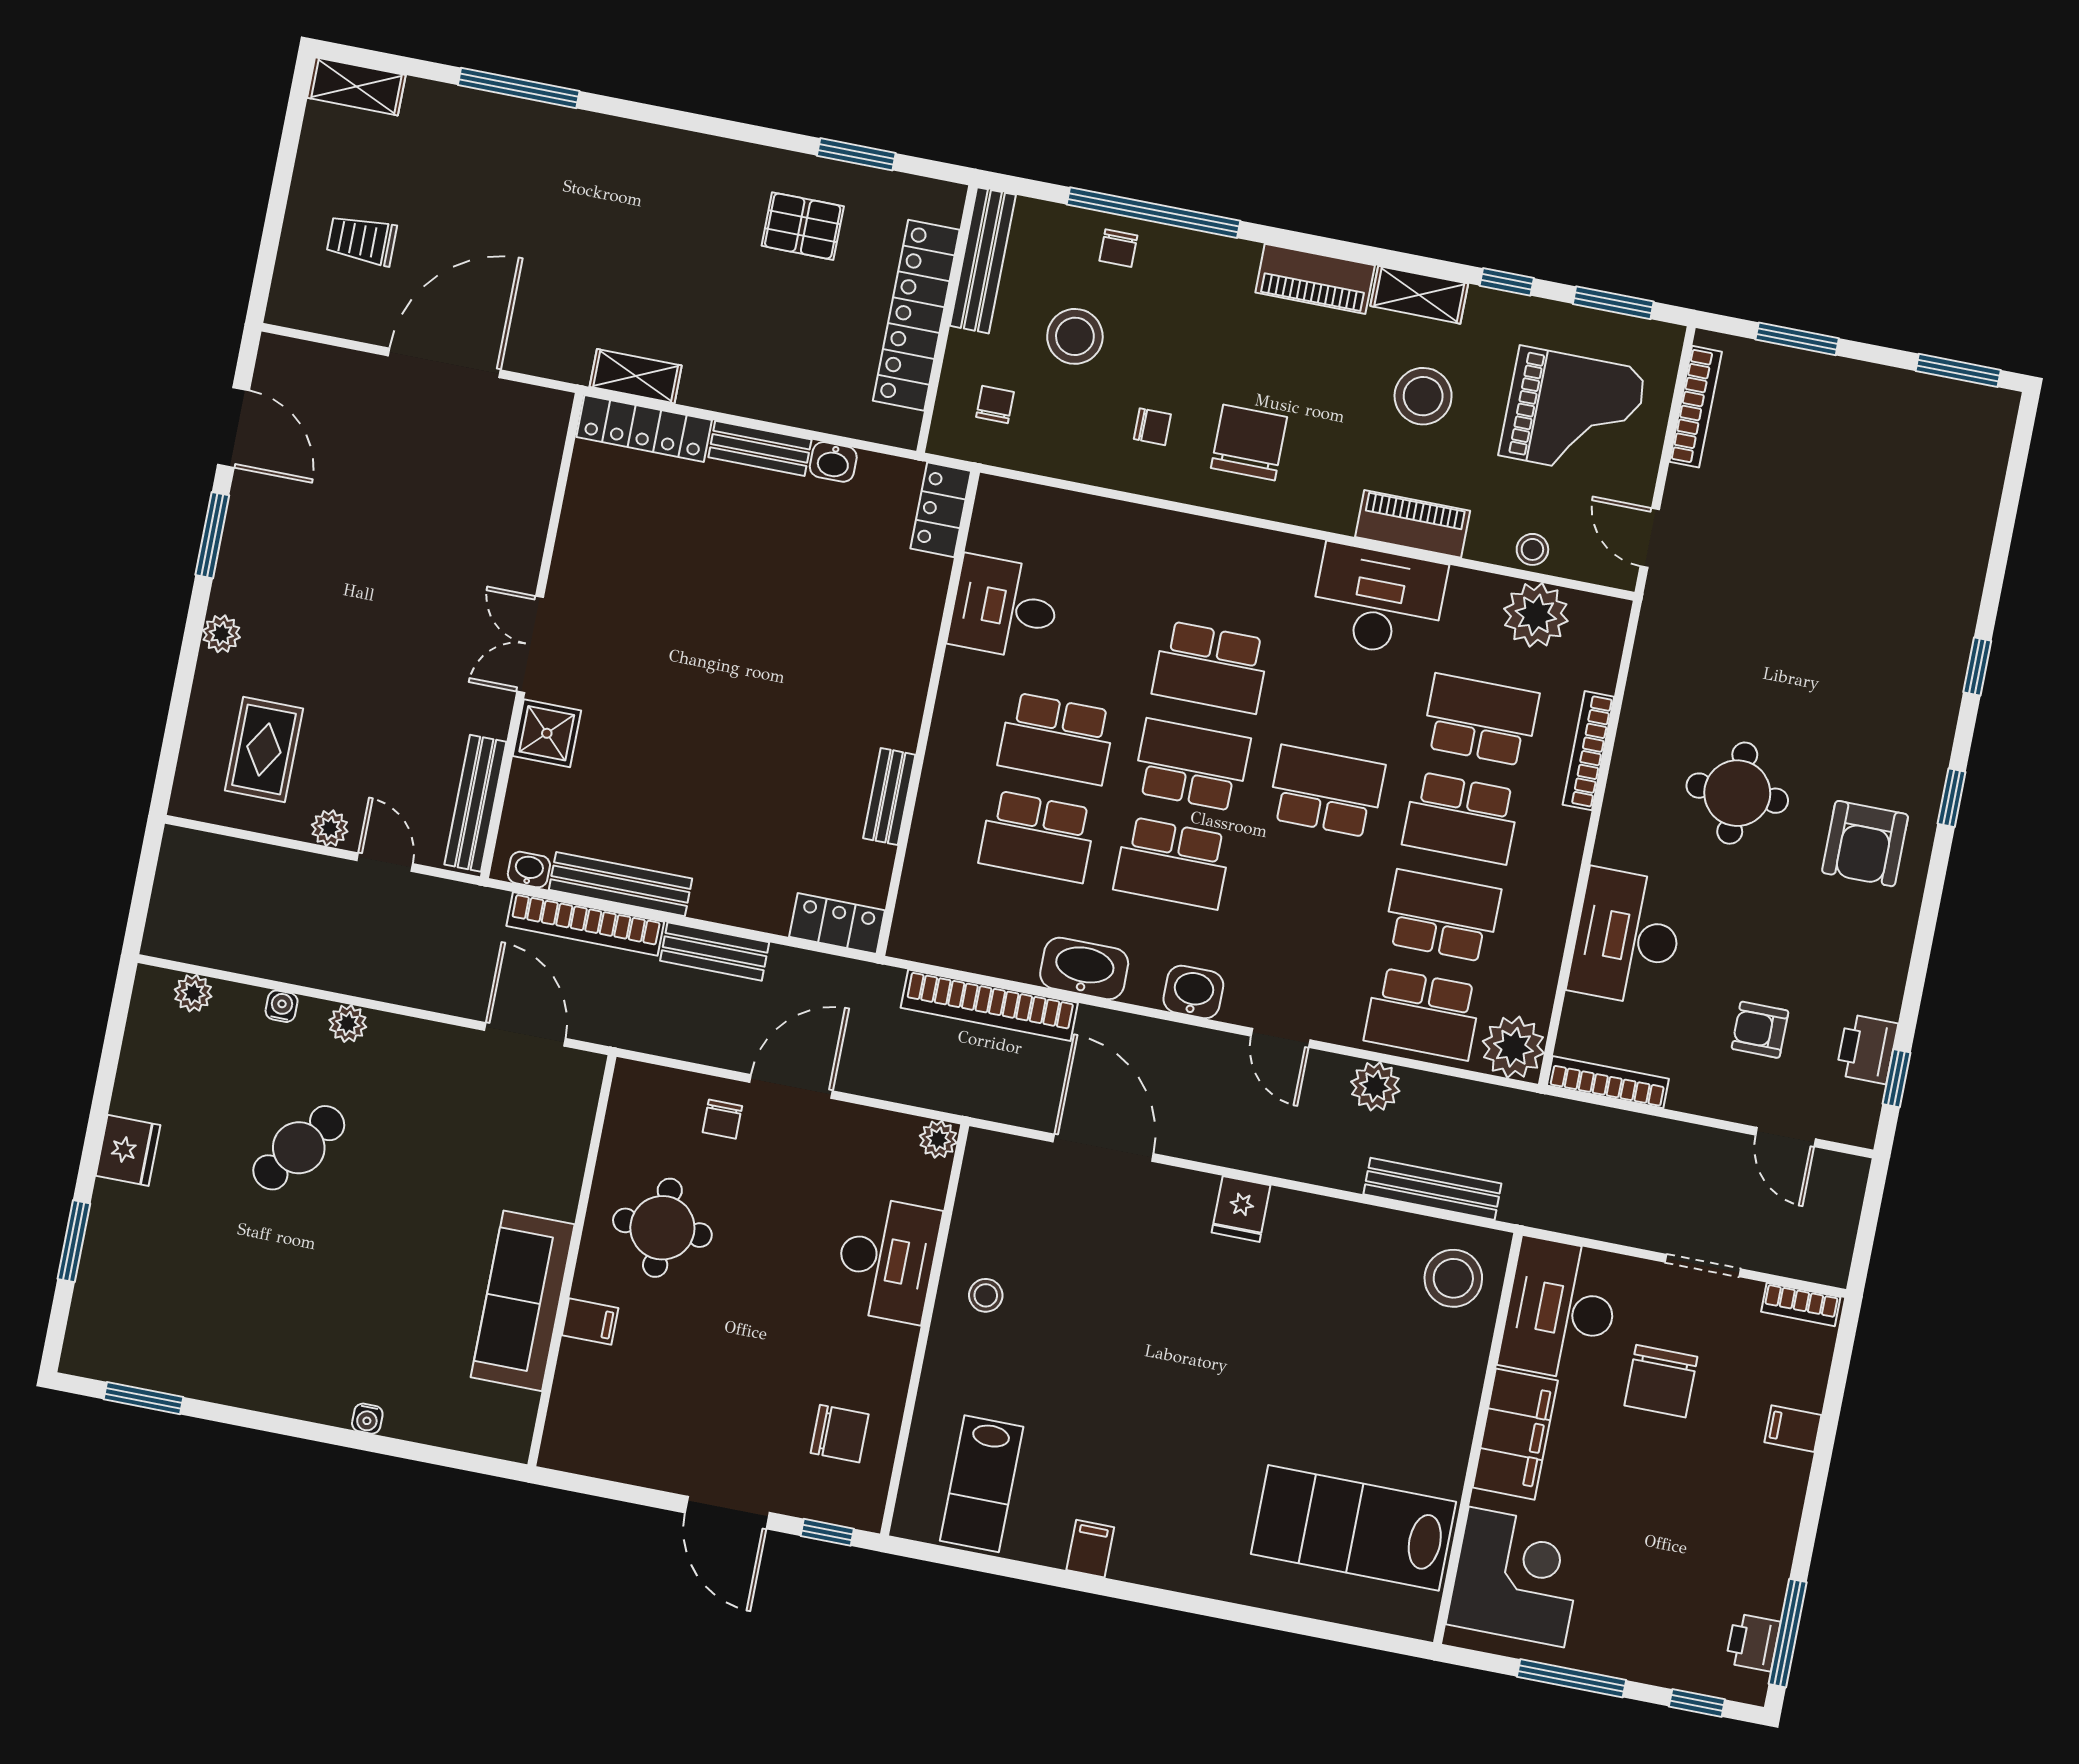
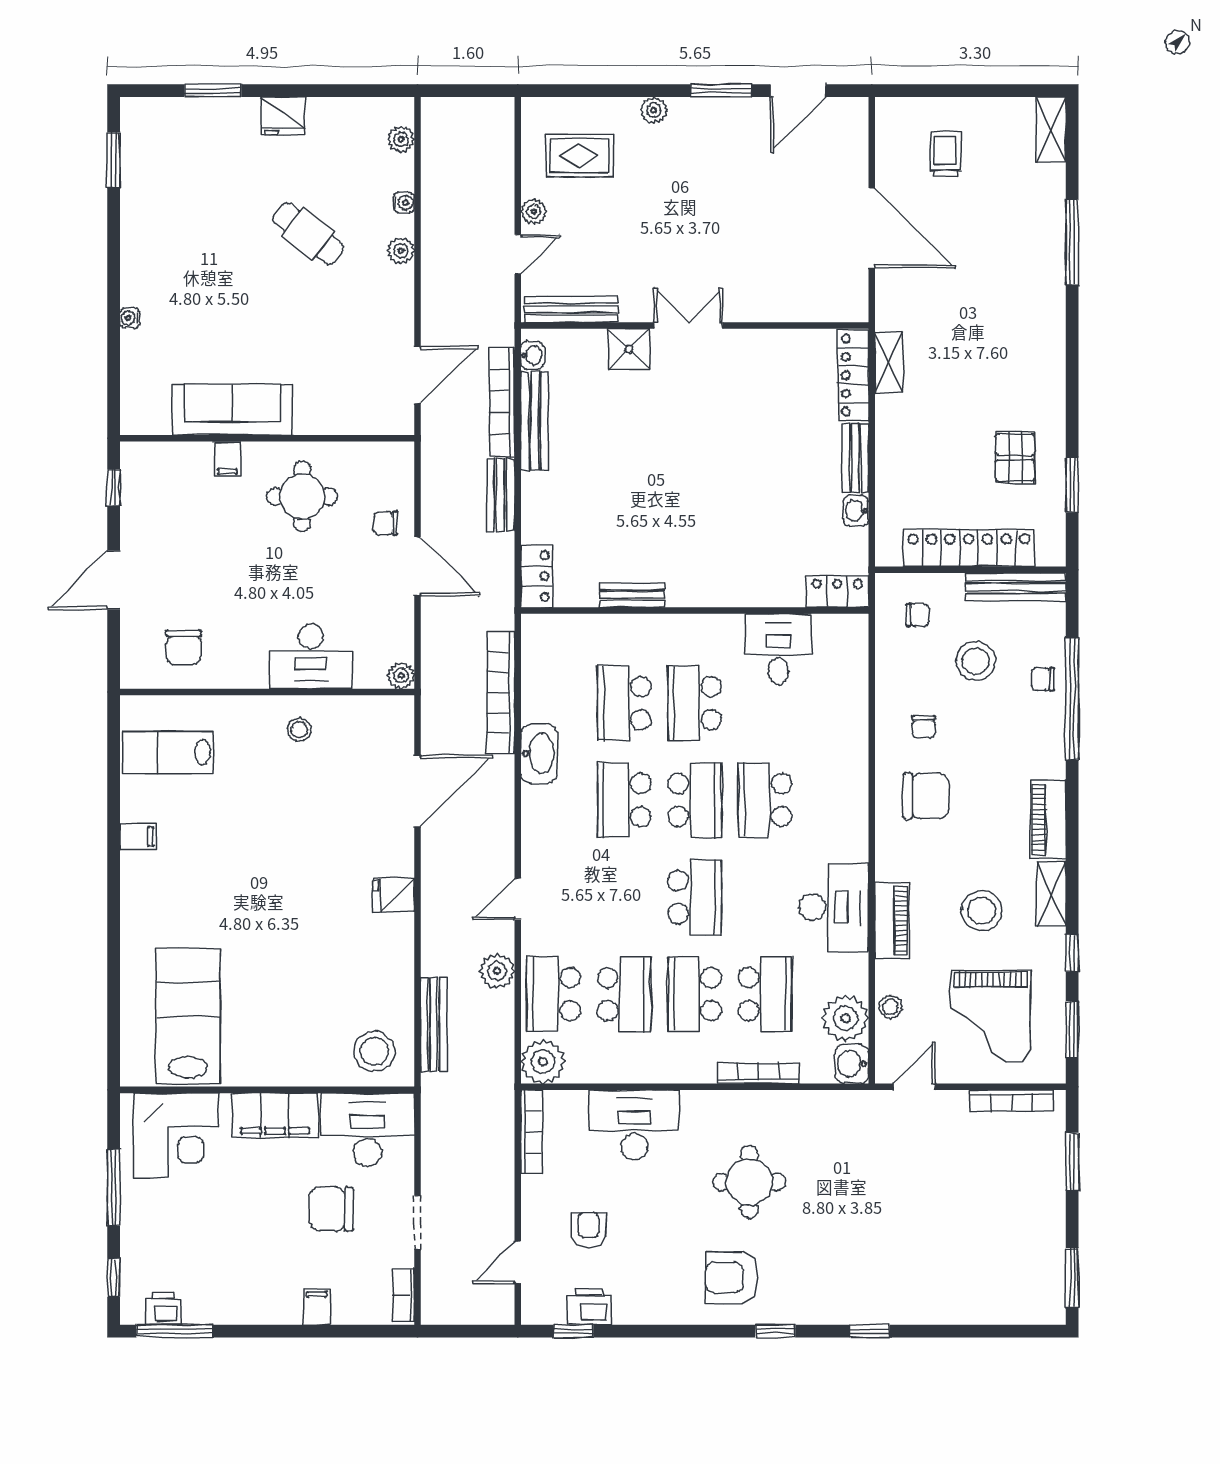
washbasin: (1193, 992) -> (852, 1064), moved, turned 180
window: (827, 1532) -> (114, 488), moved

